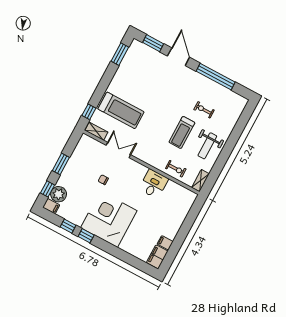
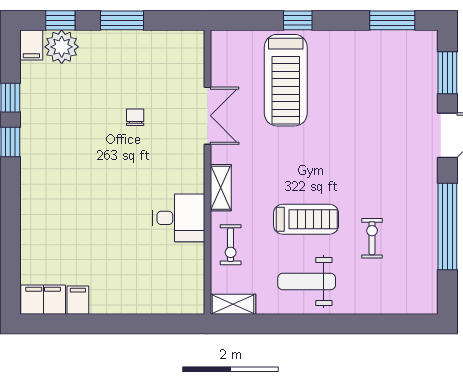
window: (89, 112) -> (298, 20), moved
shelving: (96, 131) -> (221, 188), moved
treadmill: (182, 132) -> (306, 219), turned 180
corner desk: (109, 219) -> (65, 169), removed

